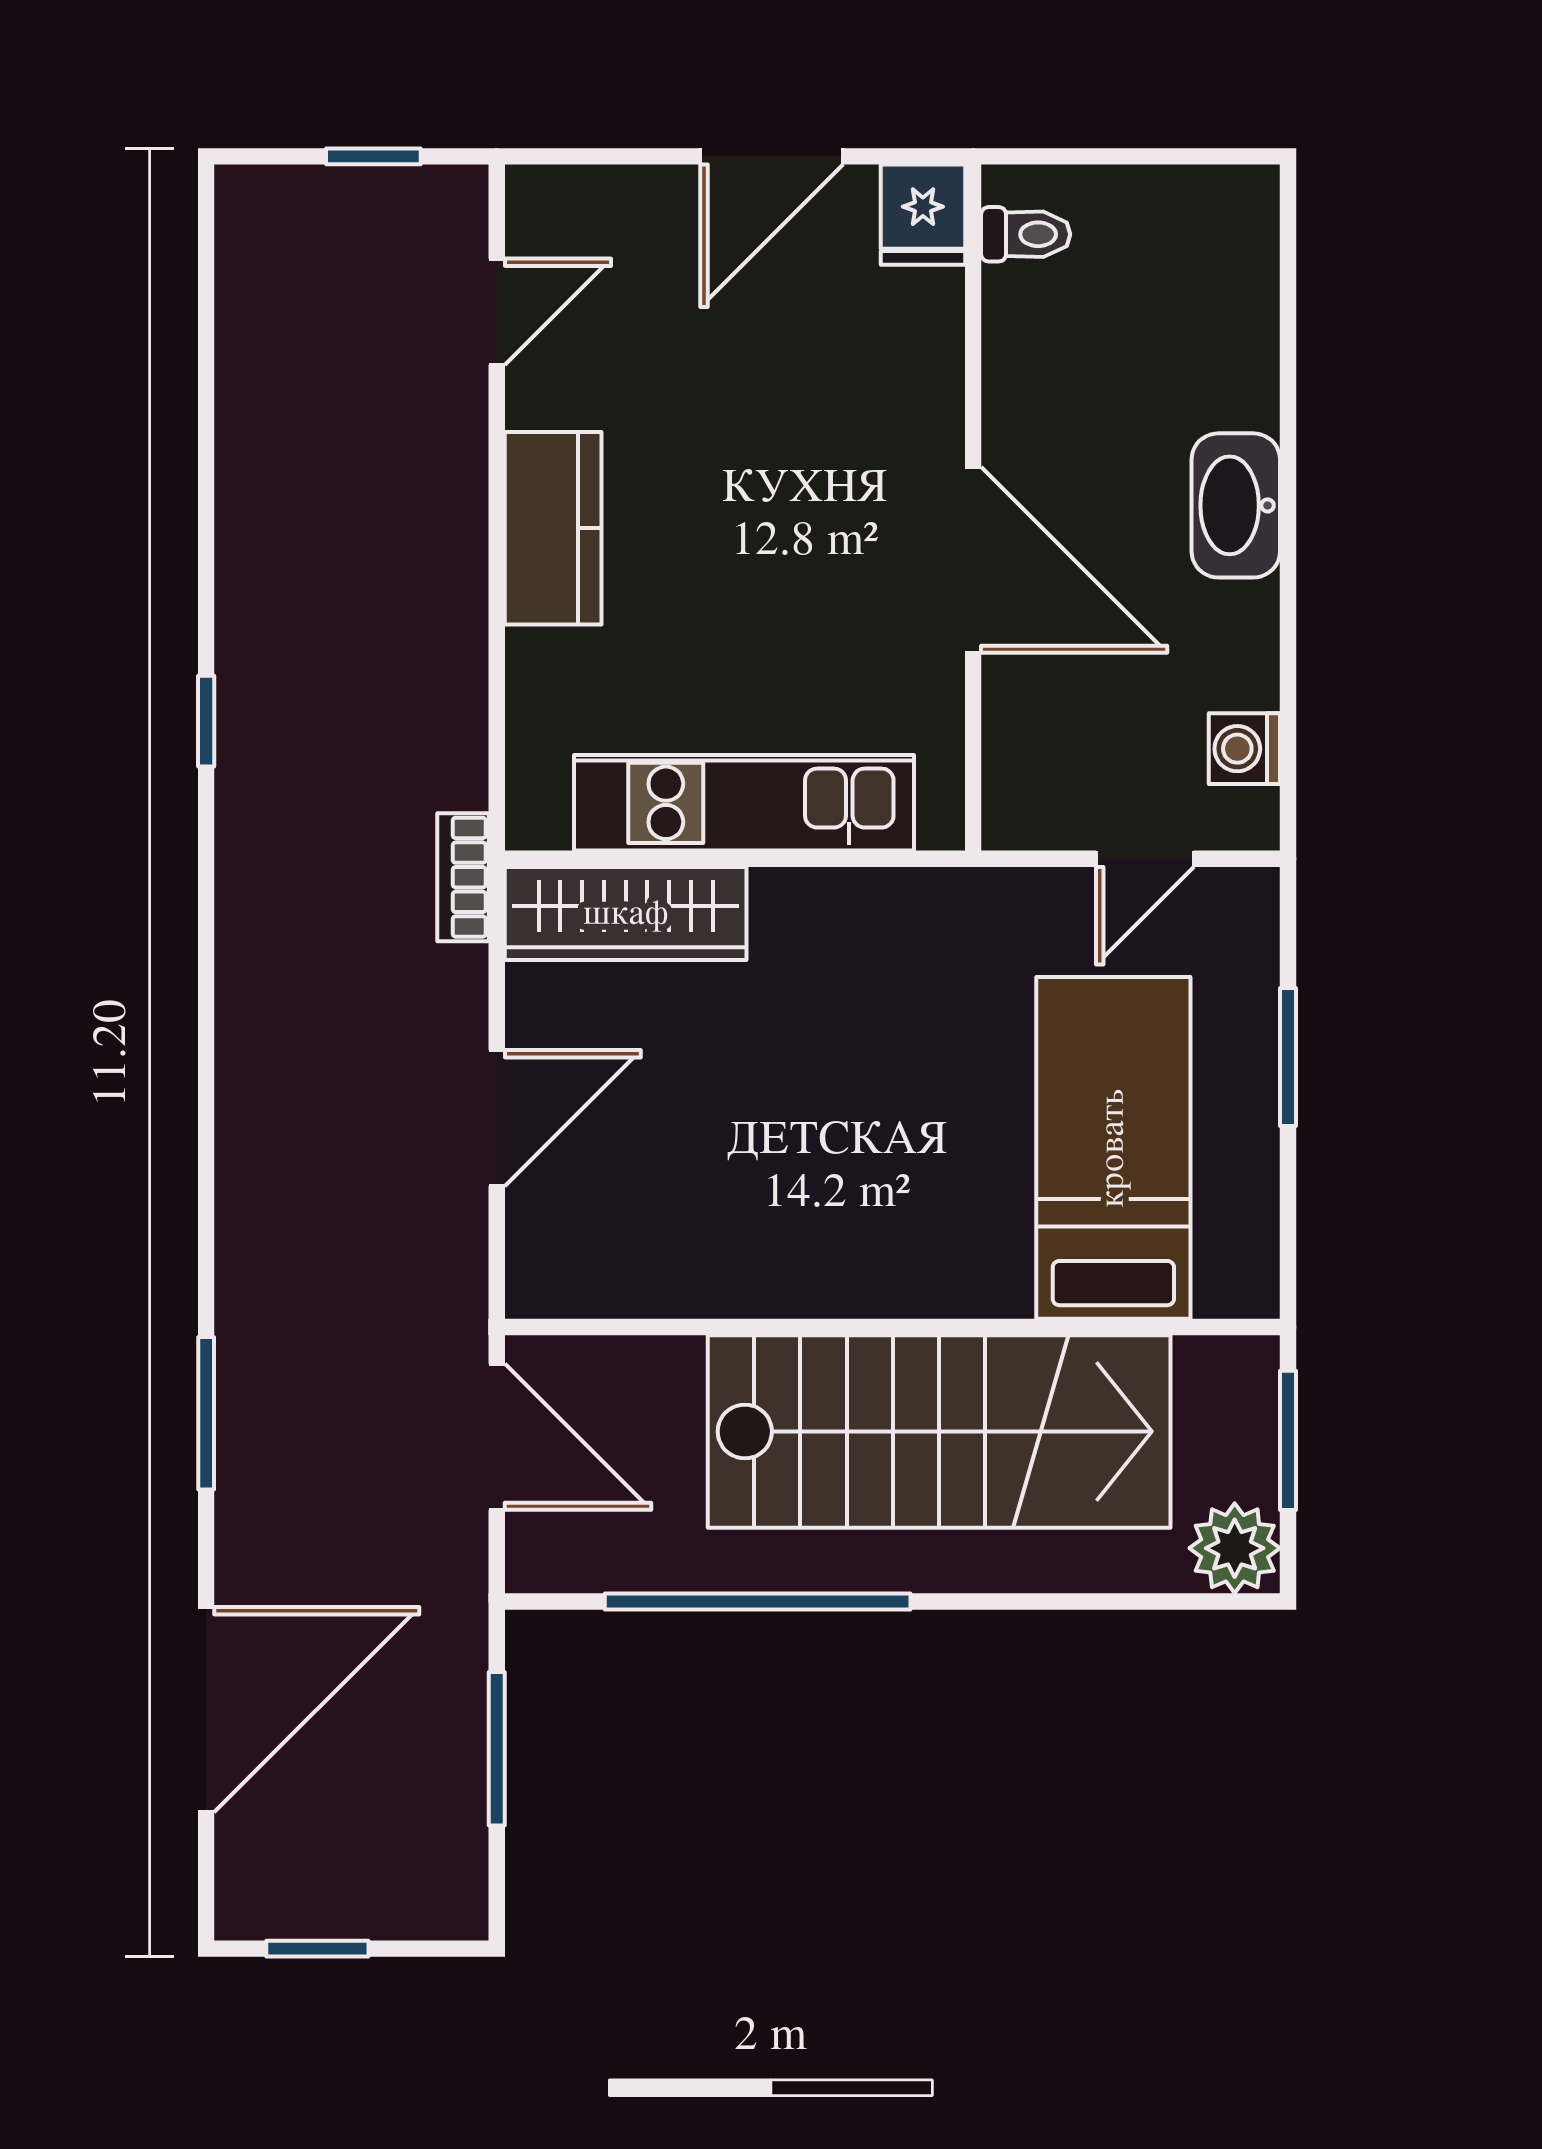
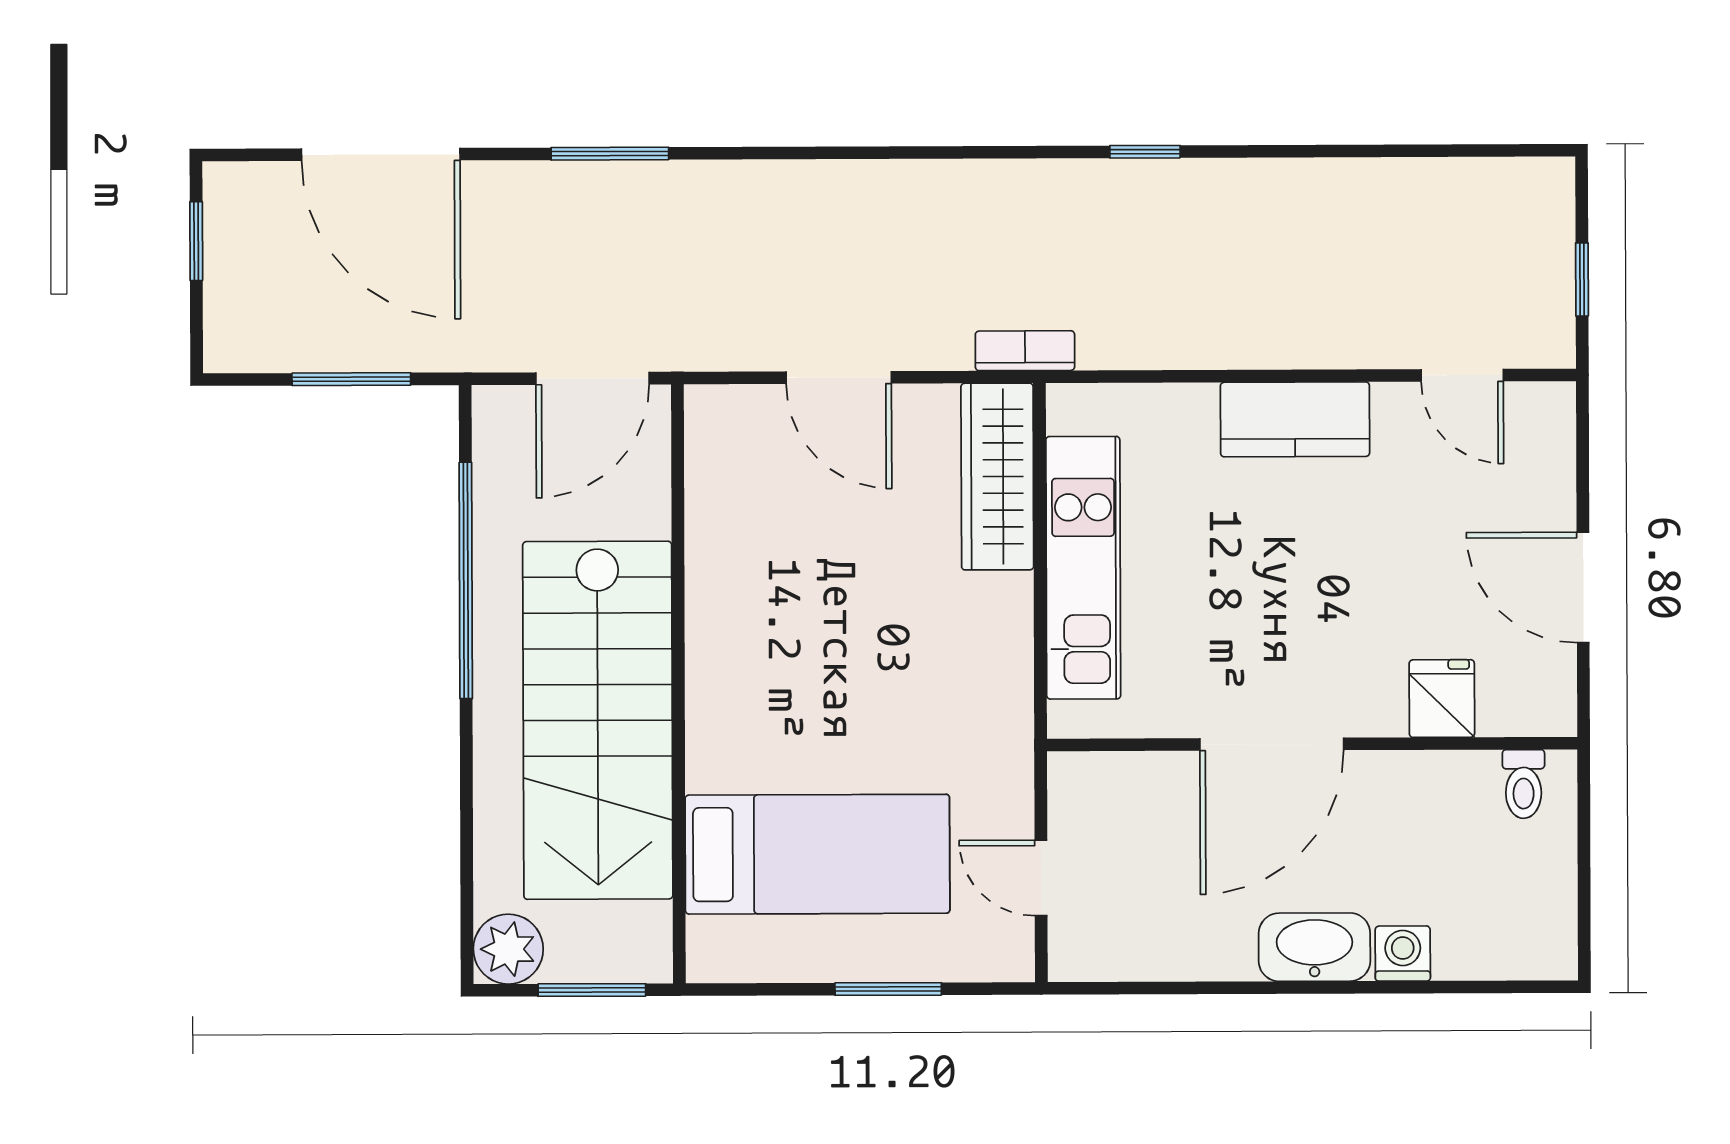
fridge: (923, 215) -> (1442, 699), moved, turned 90
washing machine: (1244, 749) -> (1403, 953), moved

